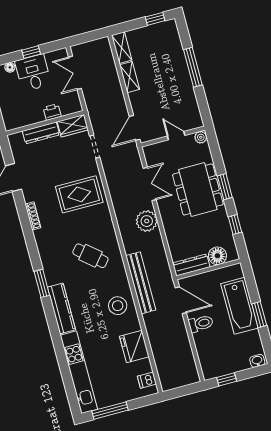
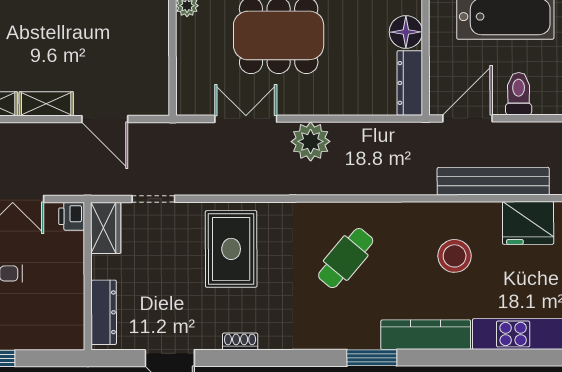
printer: (52, 112) -> (72, 216), moved
door: (135, 128) -> (105, 119), moved
dresser: (41, 133) -> (104, 312), moved
door: (176, 136) -> (173, 49), removed
shoe rack: (33, 216) -> (240, 341), width x0.70
bench: (141, 283) -> (493, 181), moved
stool: (118, 306) -> (455, 256), moved

